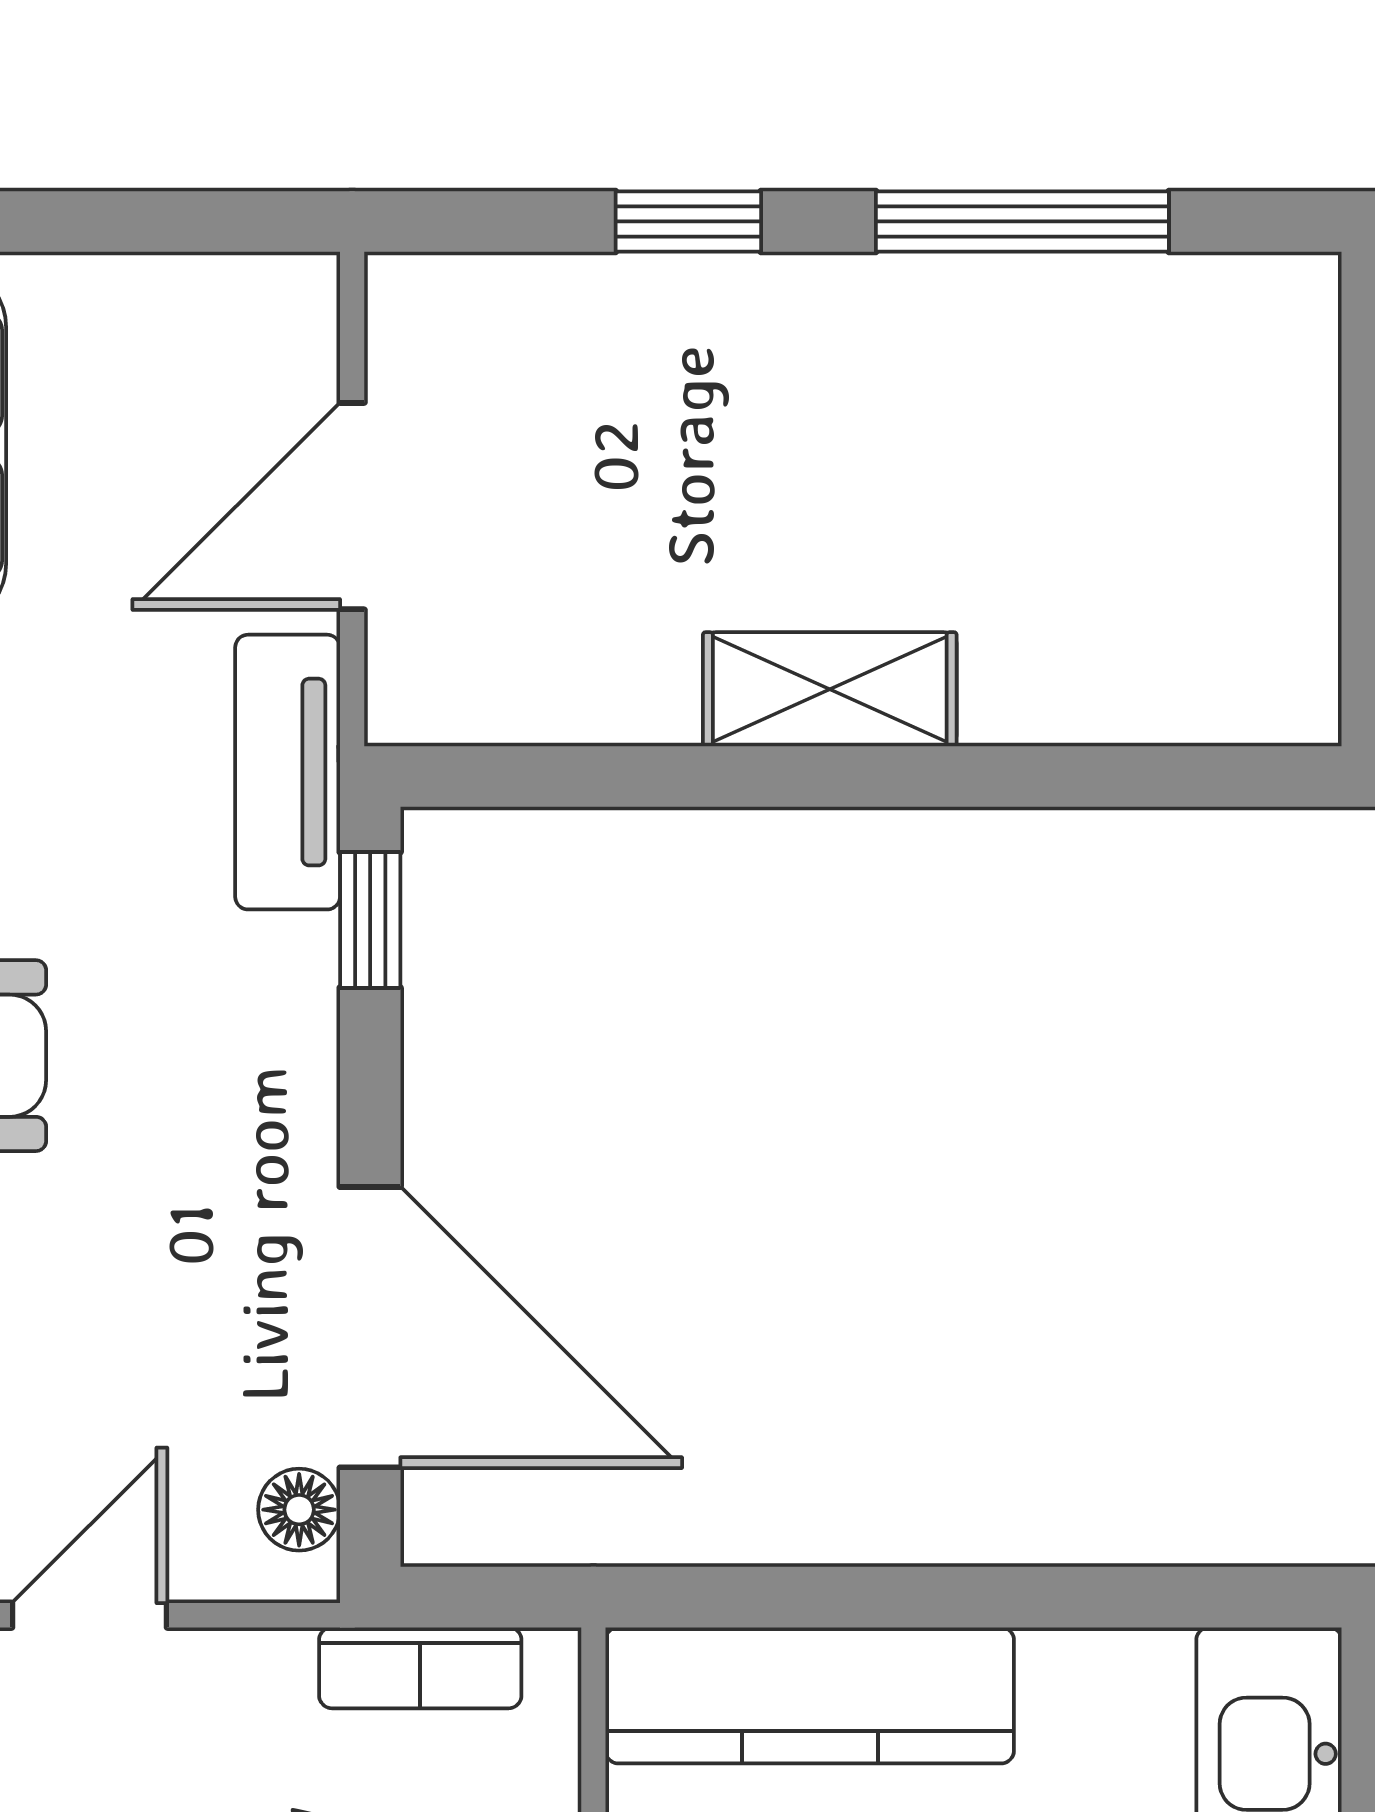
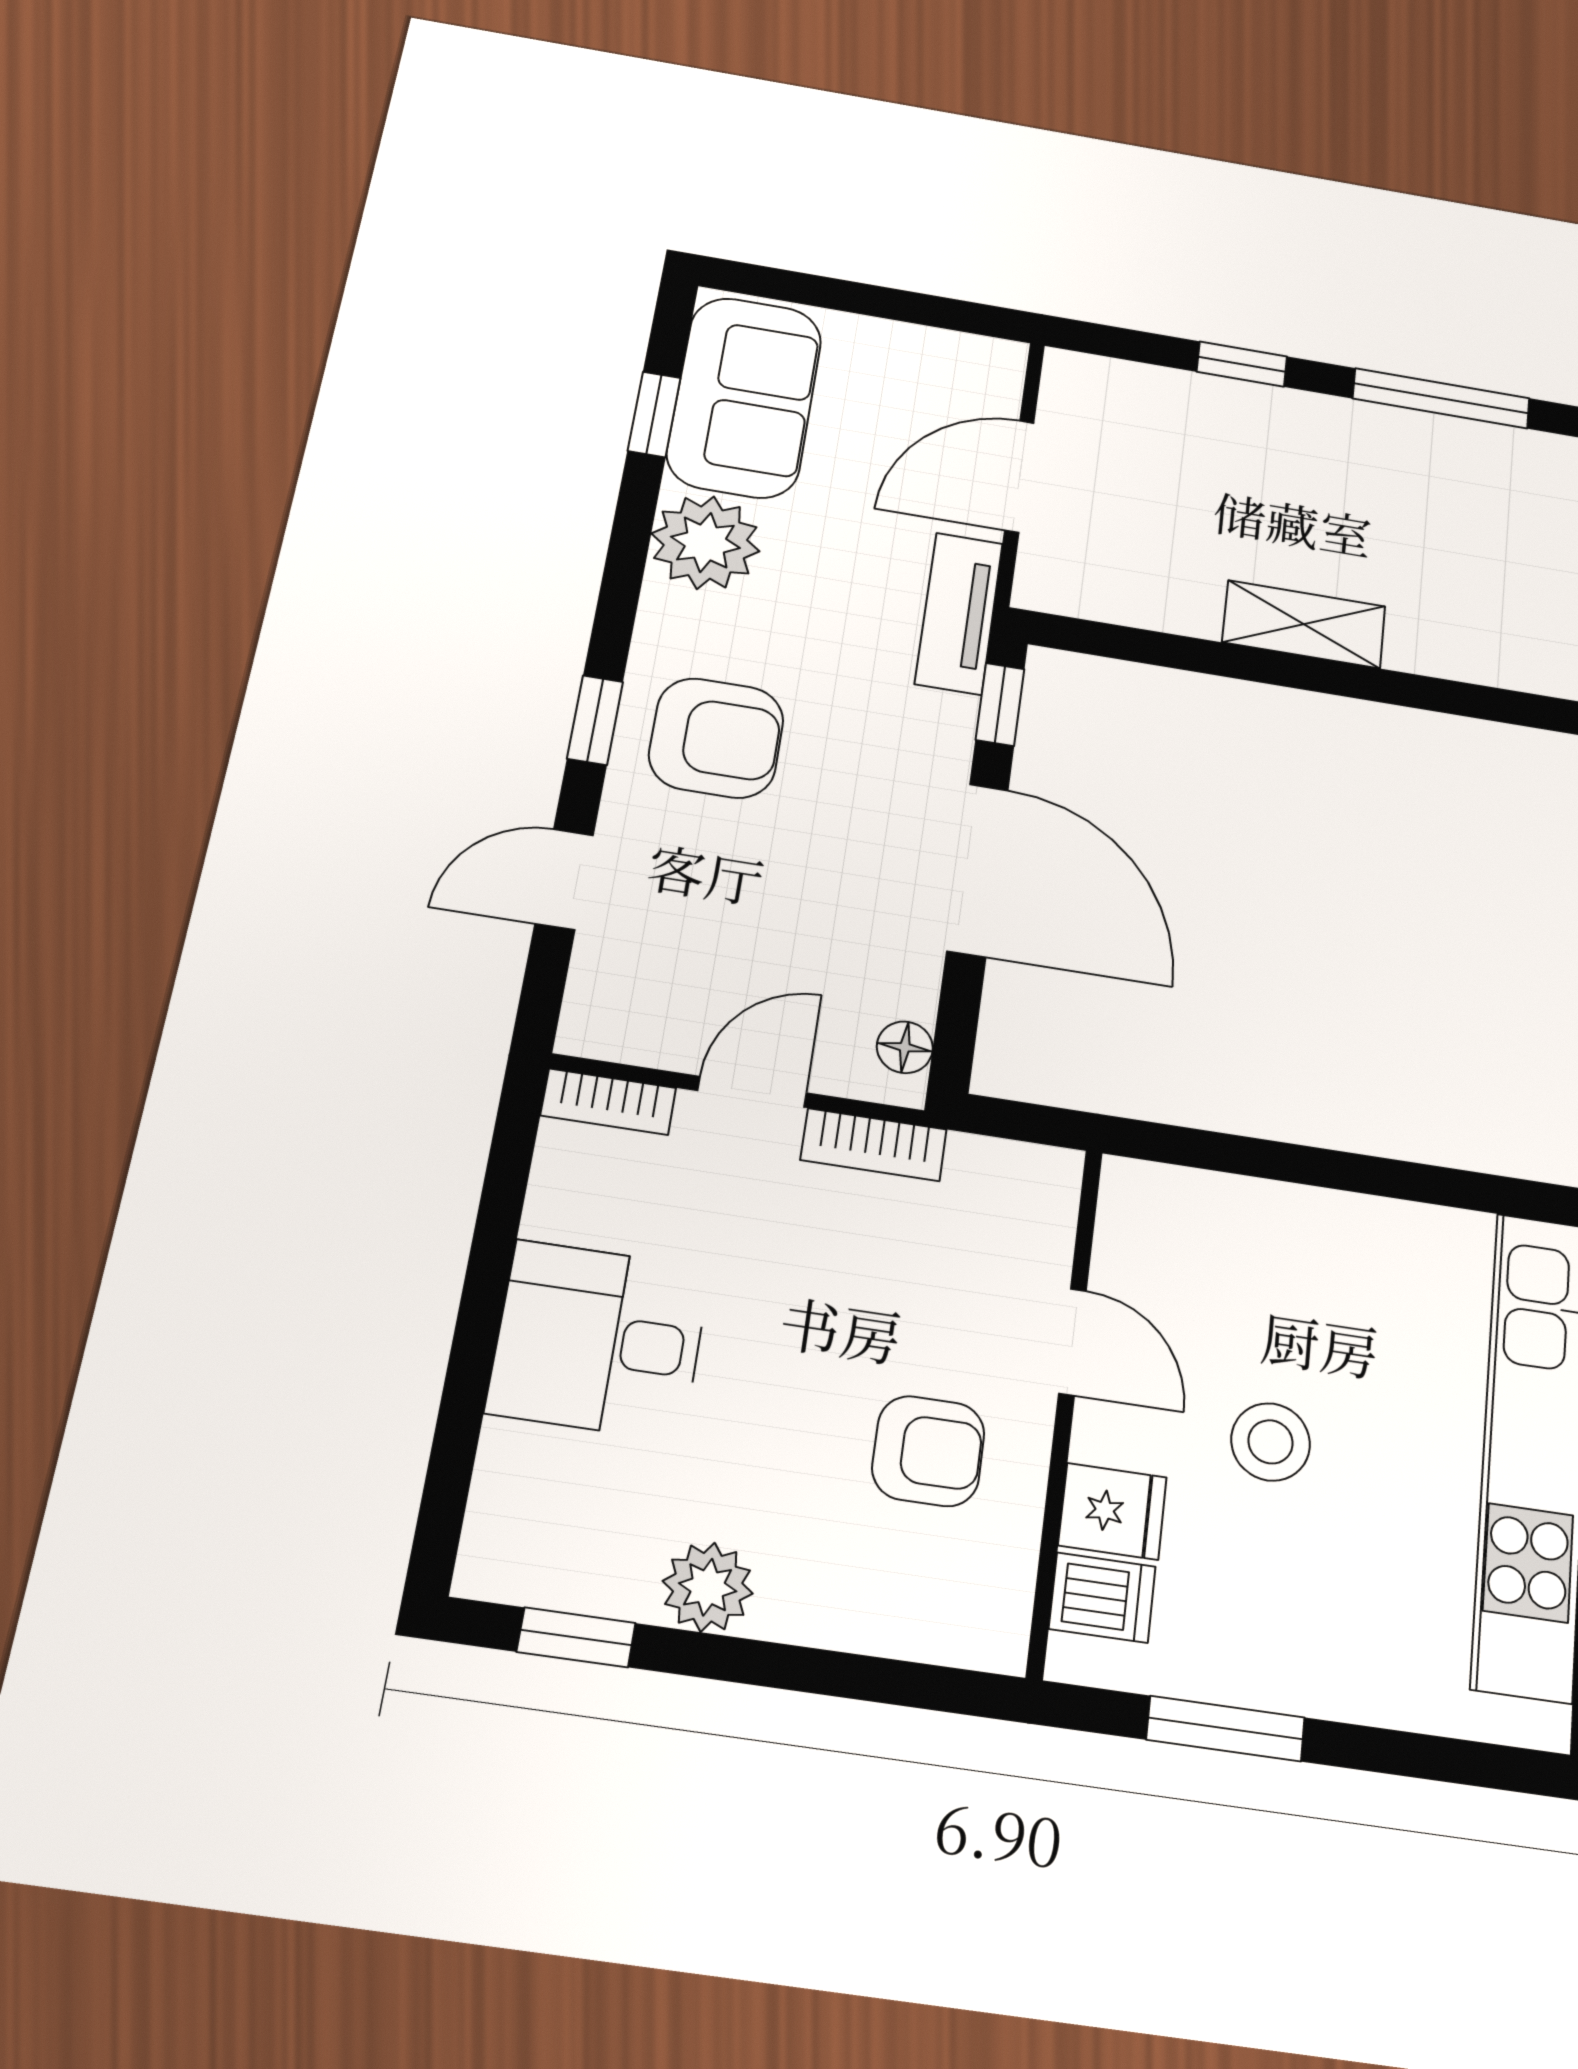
door: (370, 1327) -> (978, 870), moved
bookcase: (420, 1668) -> (874, 1145), moved
kitchen counter: (810, 1695) -> (1236, 1218), removed

